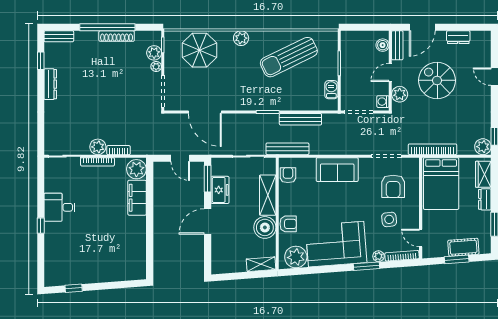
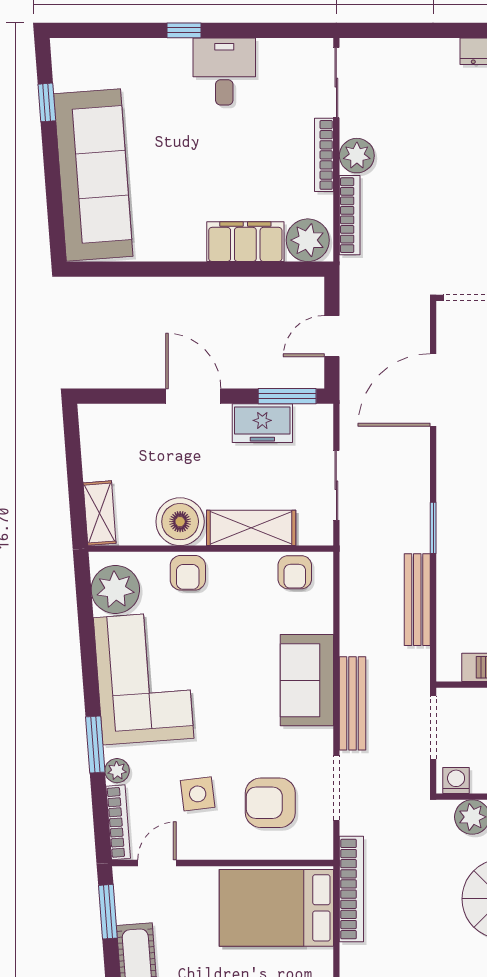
bench: (287, 149) -> (353, 703), moved
bookcase: (118, 150) -> (350, 215), width x1.56
armchair: (288, 175) -> (295, 572), turned 90
window: (457, 259) -> (108, 912), moved
sofa: (107, 267) -> (93, 175), added

